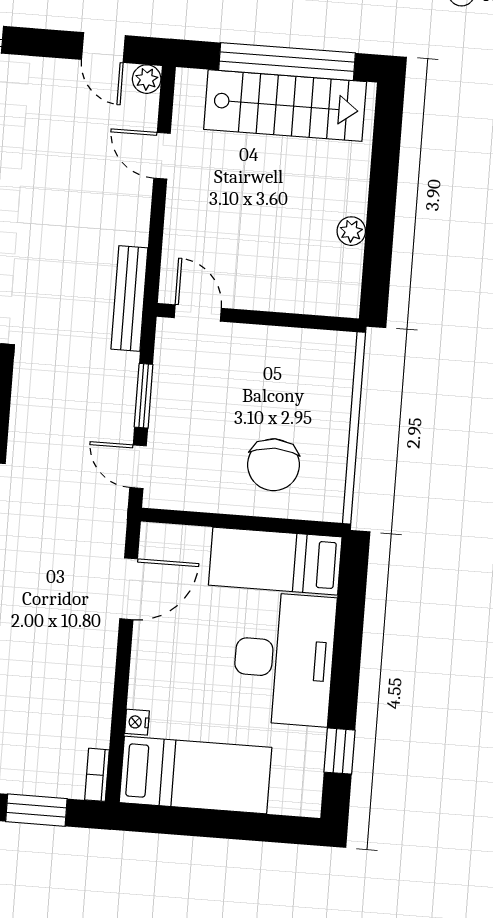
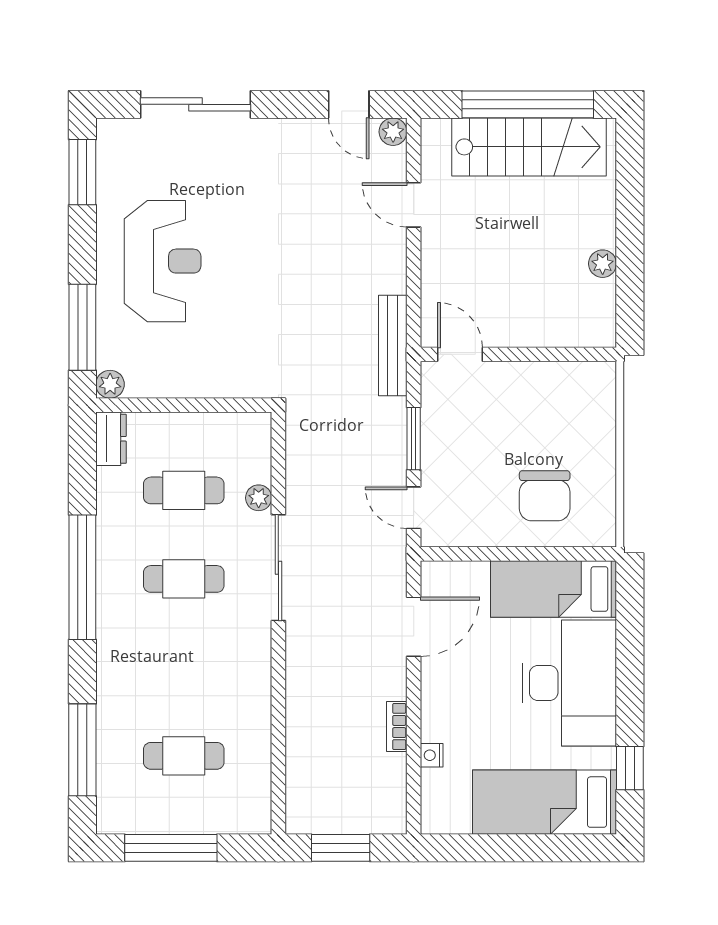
bookcase: (97, 775) -> (397, 727), moved
bed: (196, 775) -> (545, 802), moved, turned 180

